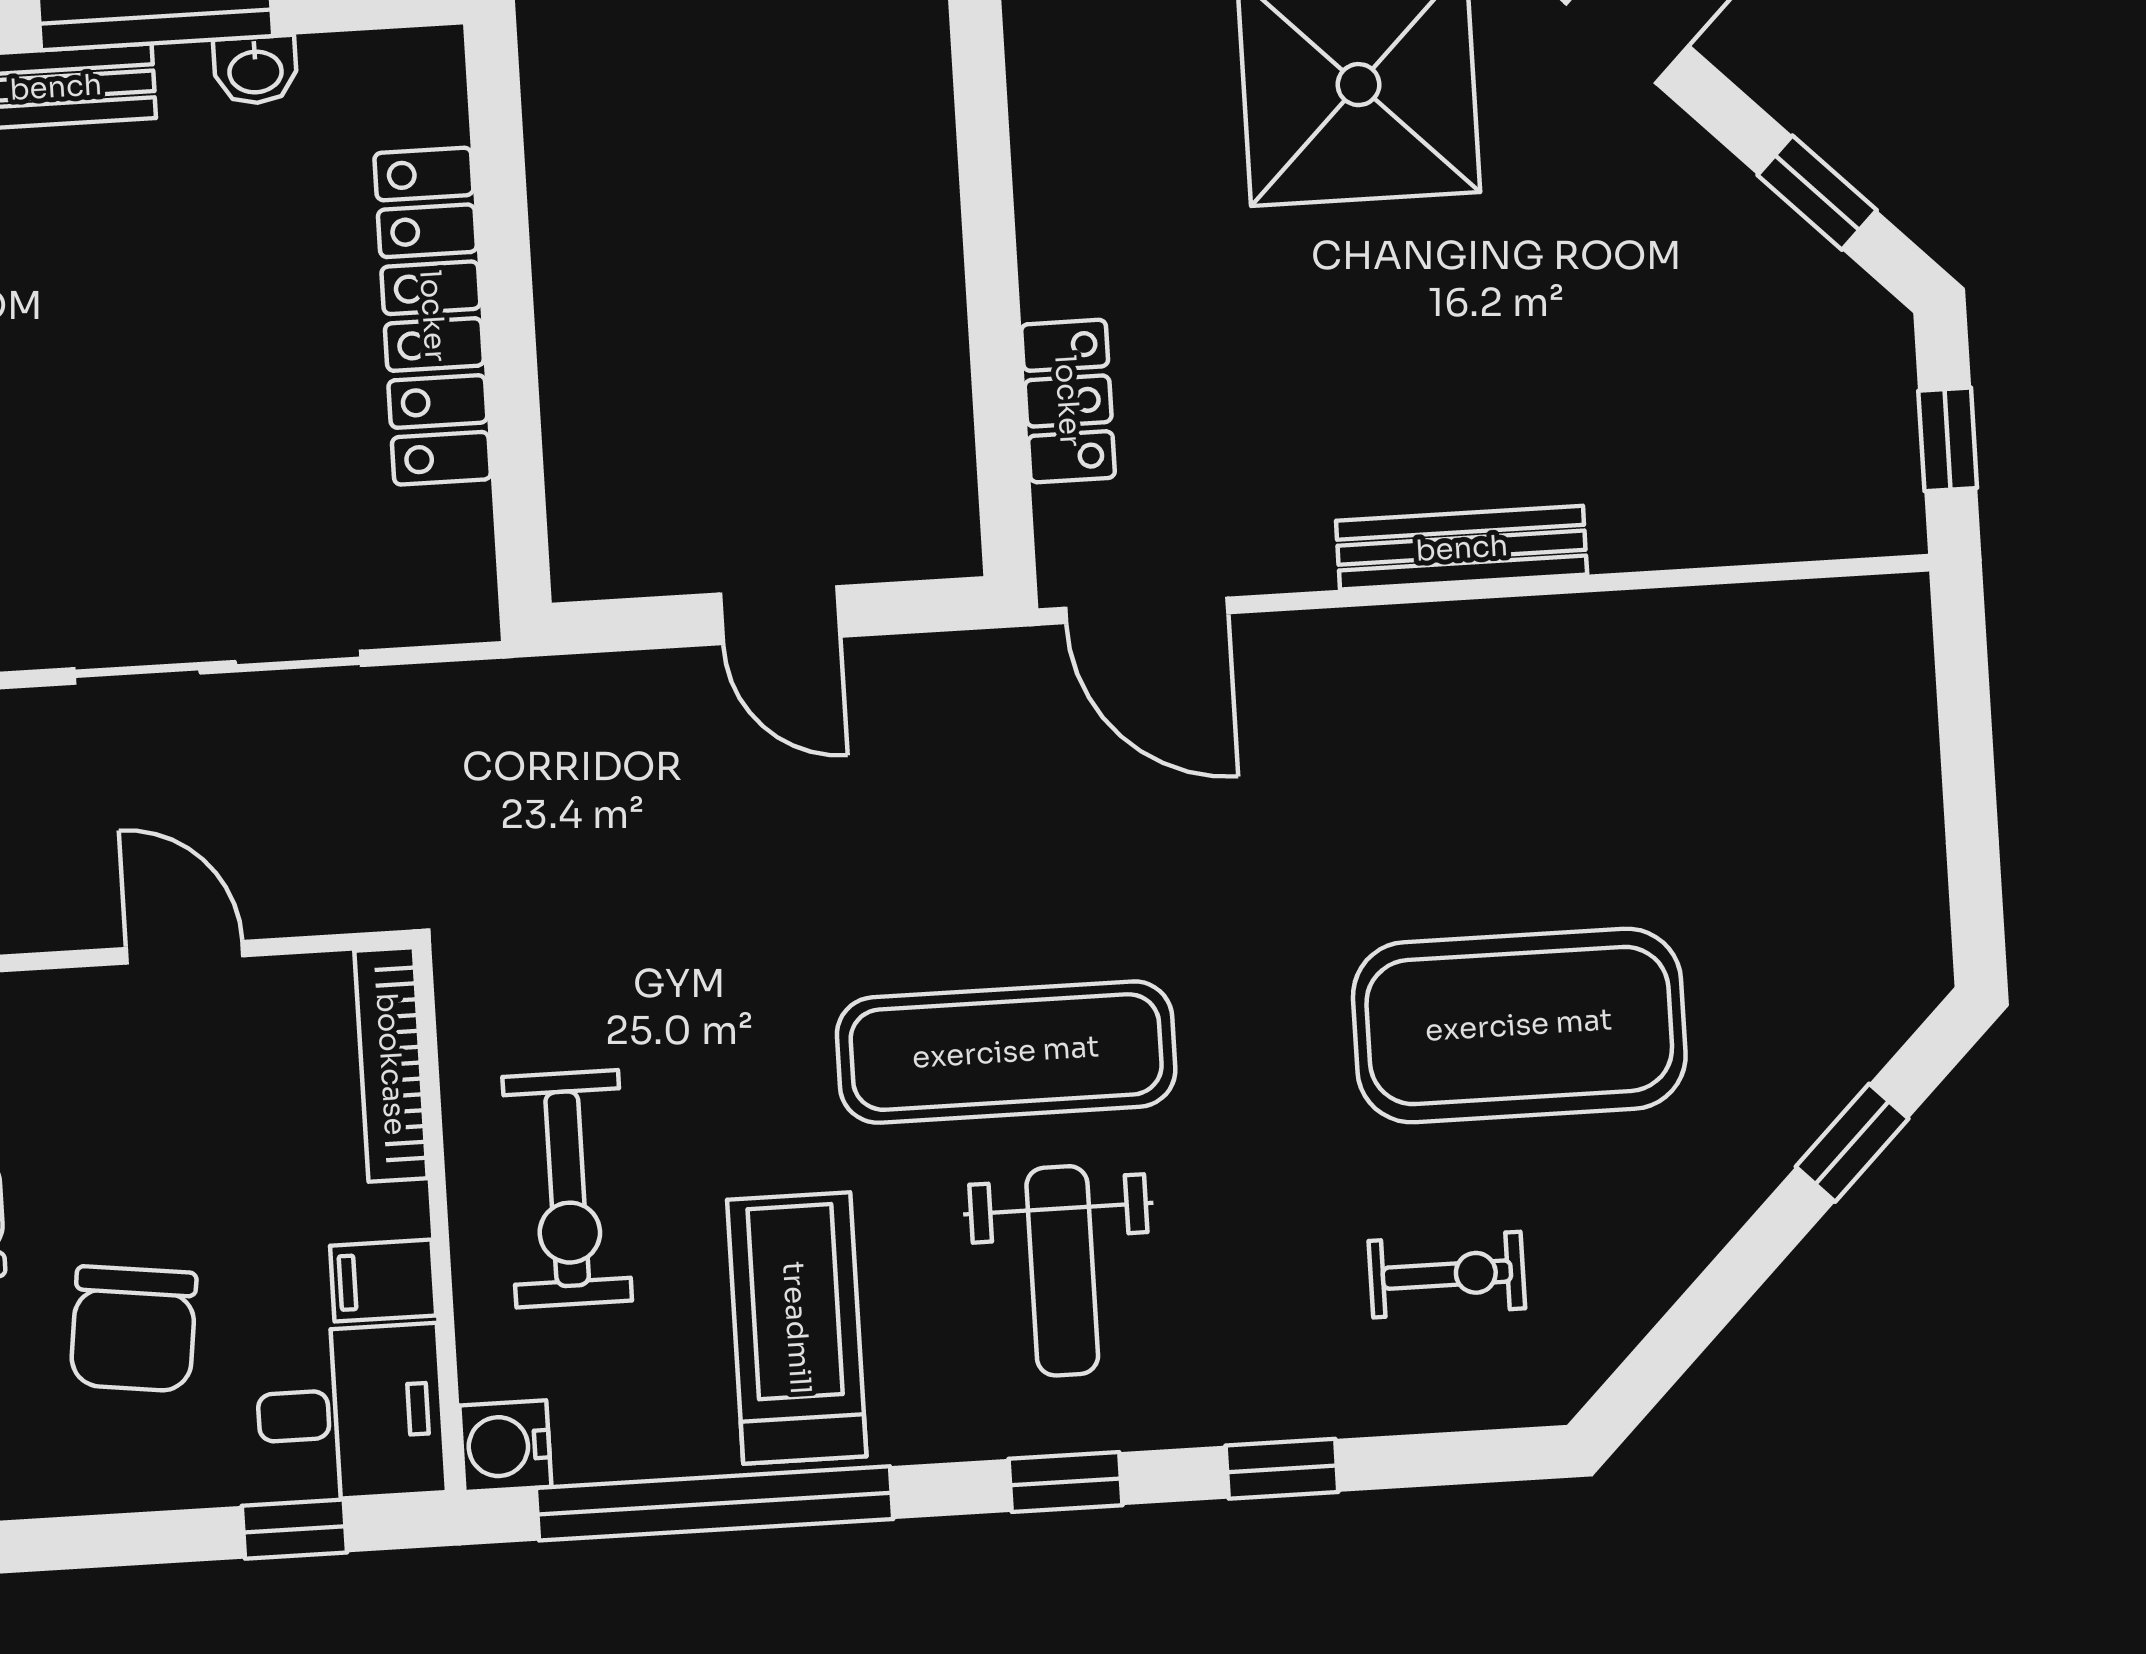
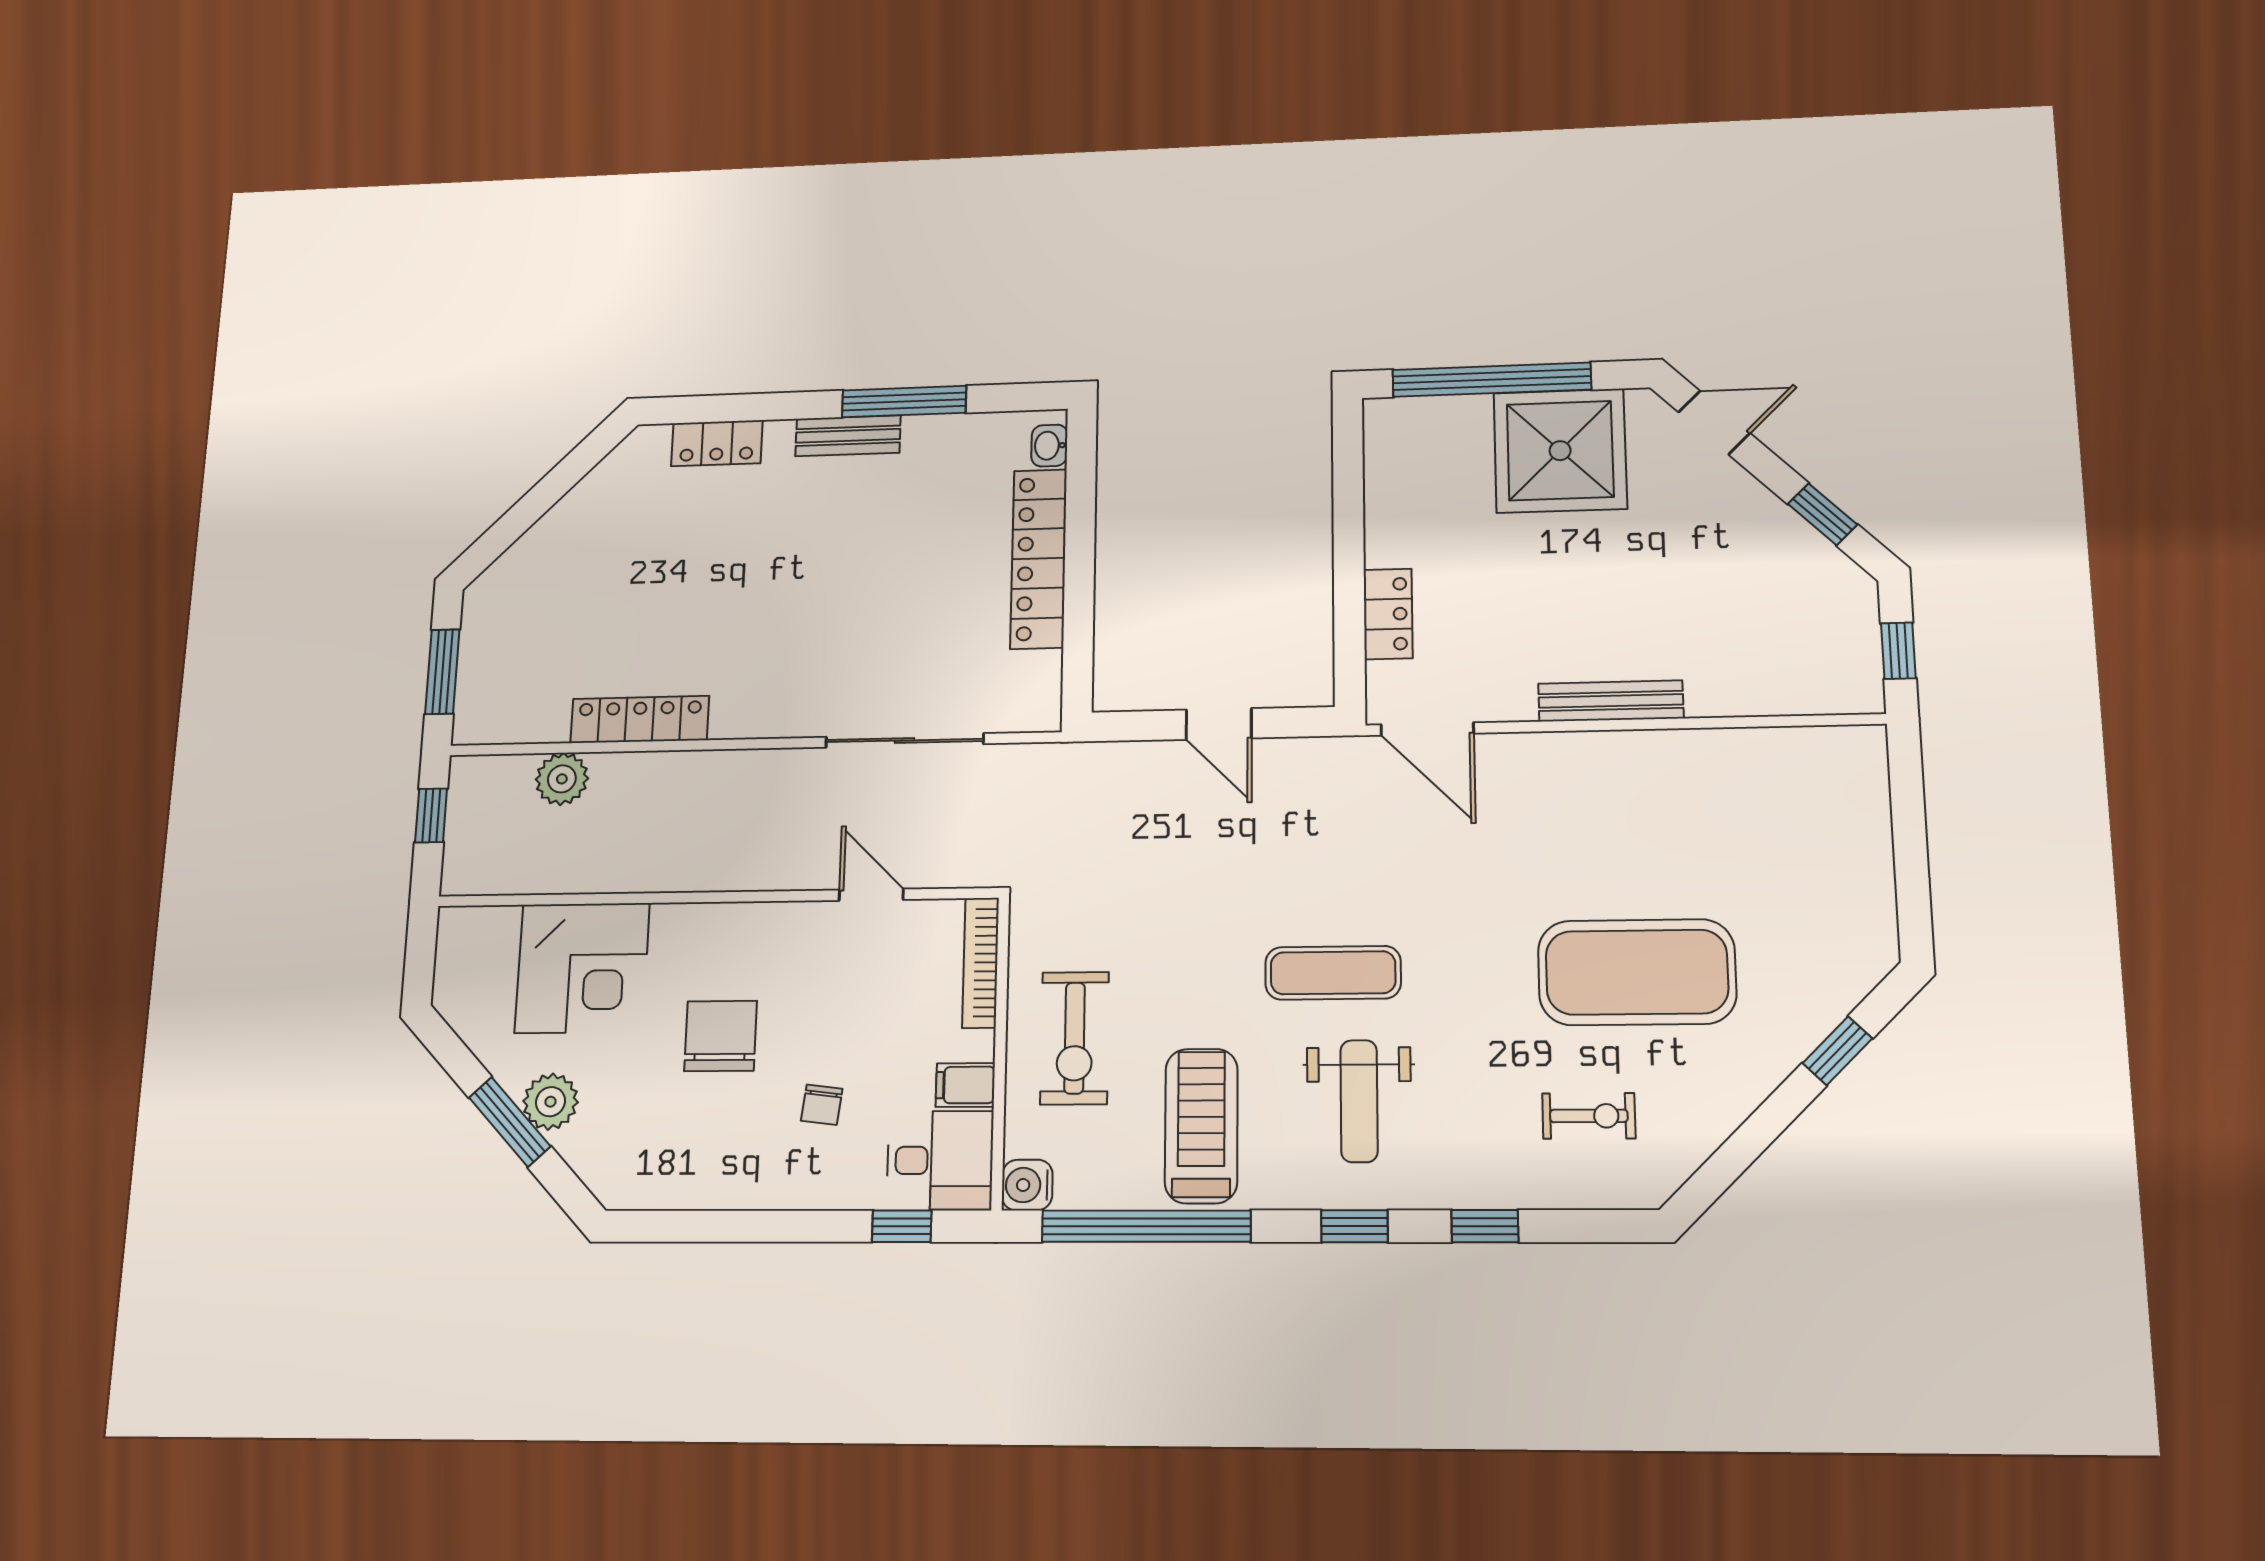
washbasin: (255, 70) -> (1049, 446), moved, turned 90
exercise mat: (1006, 1052) -> (1333, 973), width x0.73, depth x0.69
chair: (133, 1329) -> (822, 1105), width x0.54, depth x0.54

